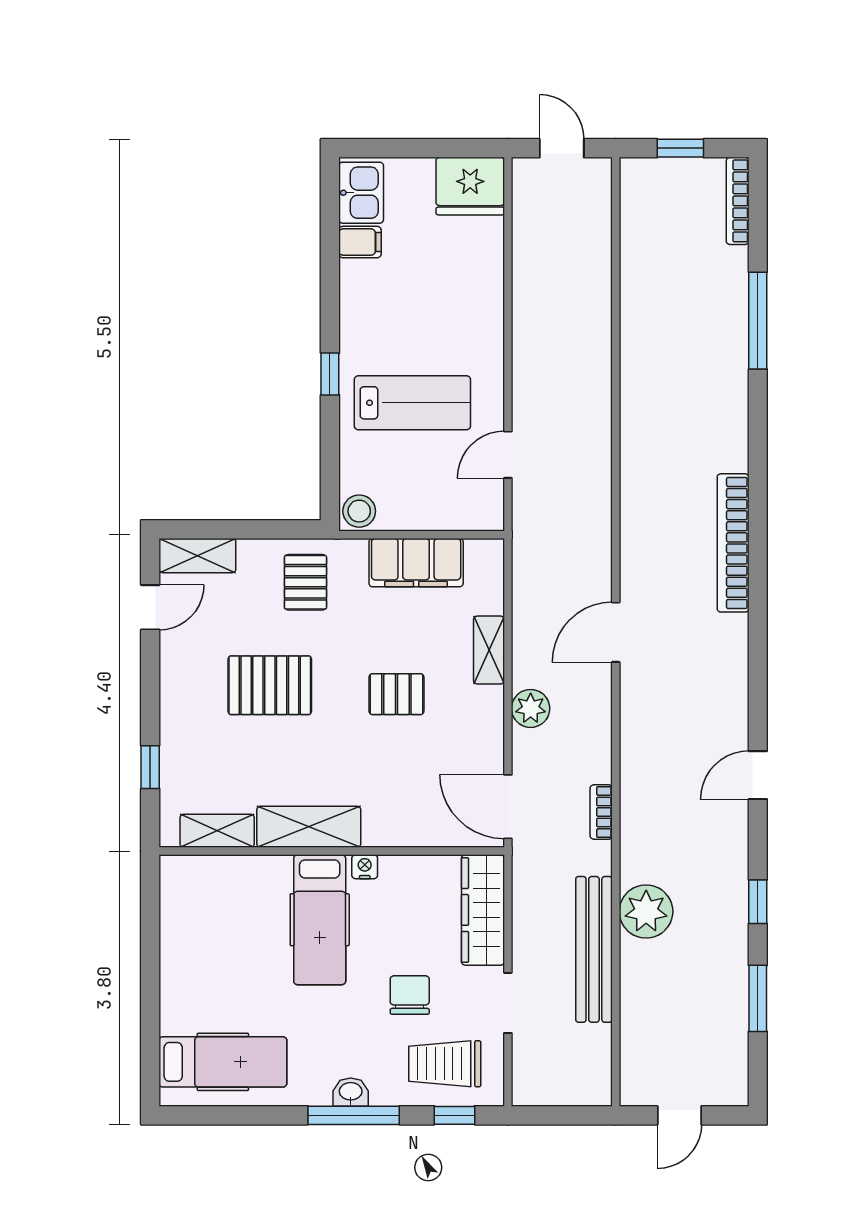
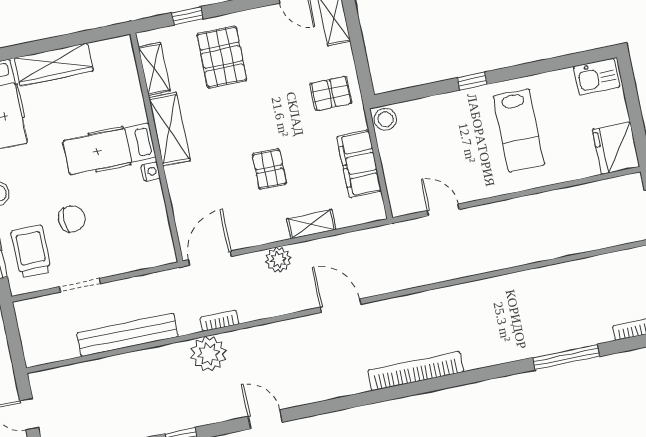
filing cabinet: (360, 242) -> (564, 83), removed
lab bench: (412, 403) -> (519, 130), moved
pallet: (270, 685) -> (222, 57), moved
wardrobe: (483, 910) -> (54, 64), moved, turned 180
plant: (646, 911) -> (209, 354), moved

